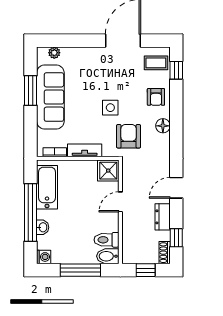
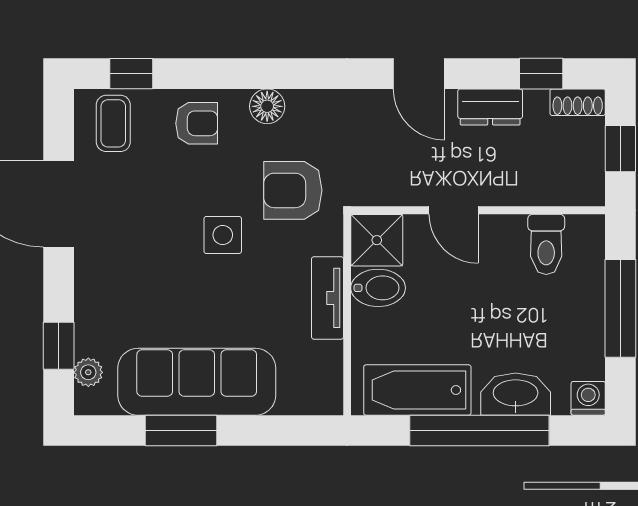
window: (65, 41) -> (59, 346), added
bookcase: (55, 152) -> (332, 371), removed
washbasin: (43, 227) -> (516, 394), width x1.91, depth x1.45
bidet: (108, 256) -> (378, 288), moved, turned -90

